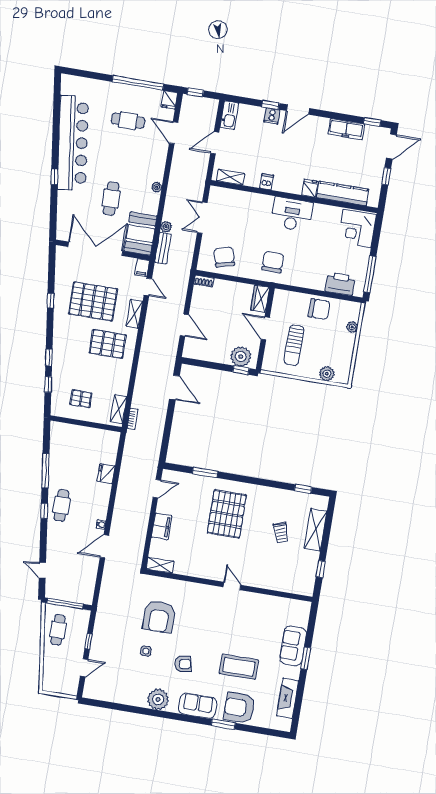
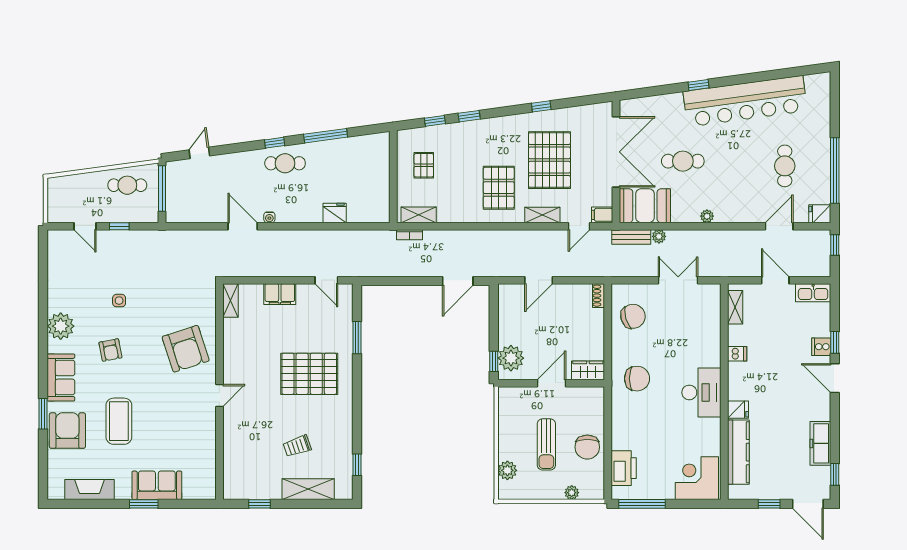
sun lounger: (294, 345) -> (546, 444), moved, turned -90
armchair: (159, 617) -> (186, 349), moved, turned -108

